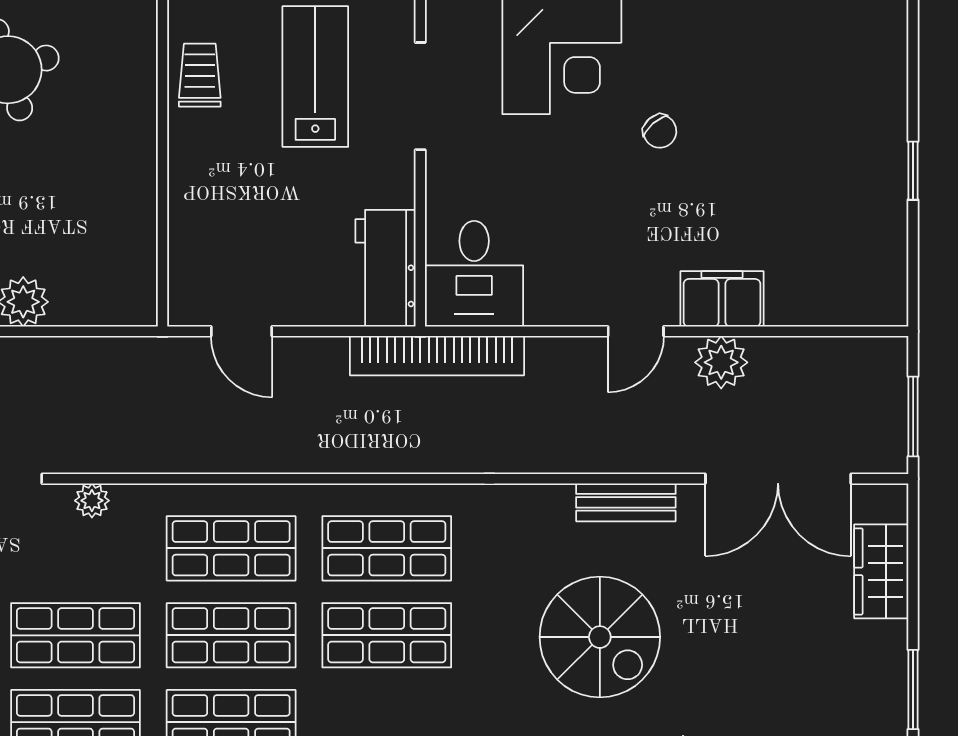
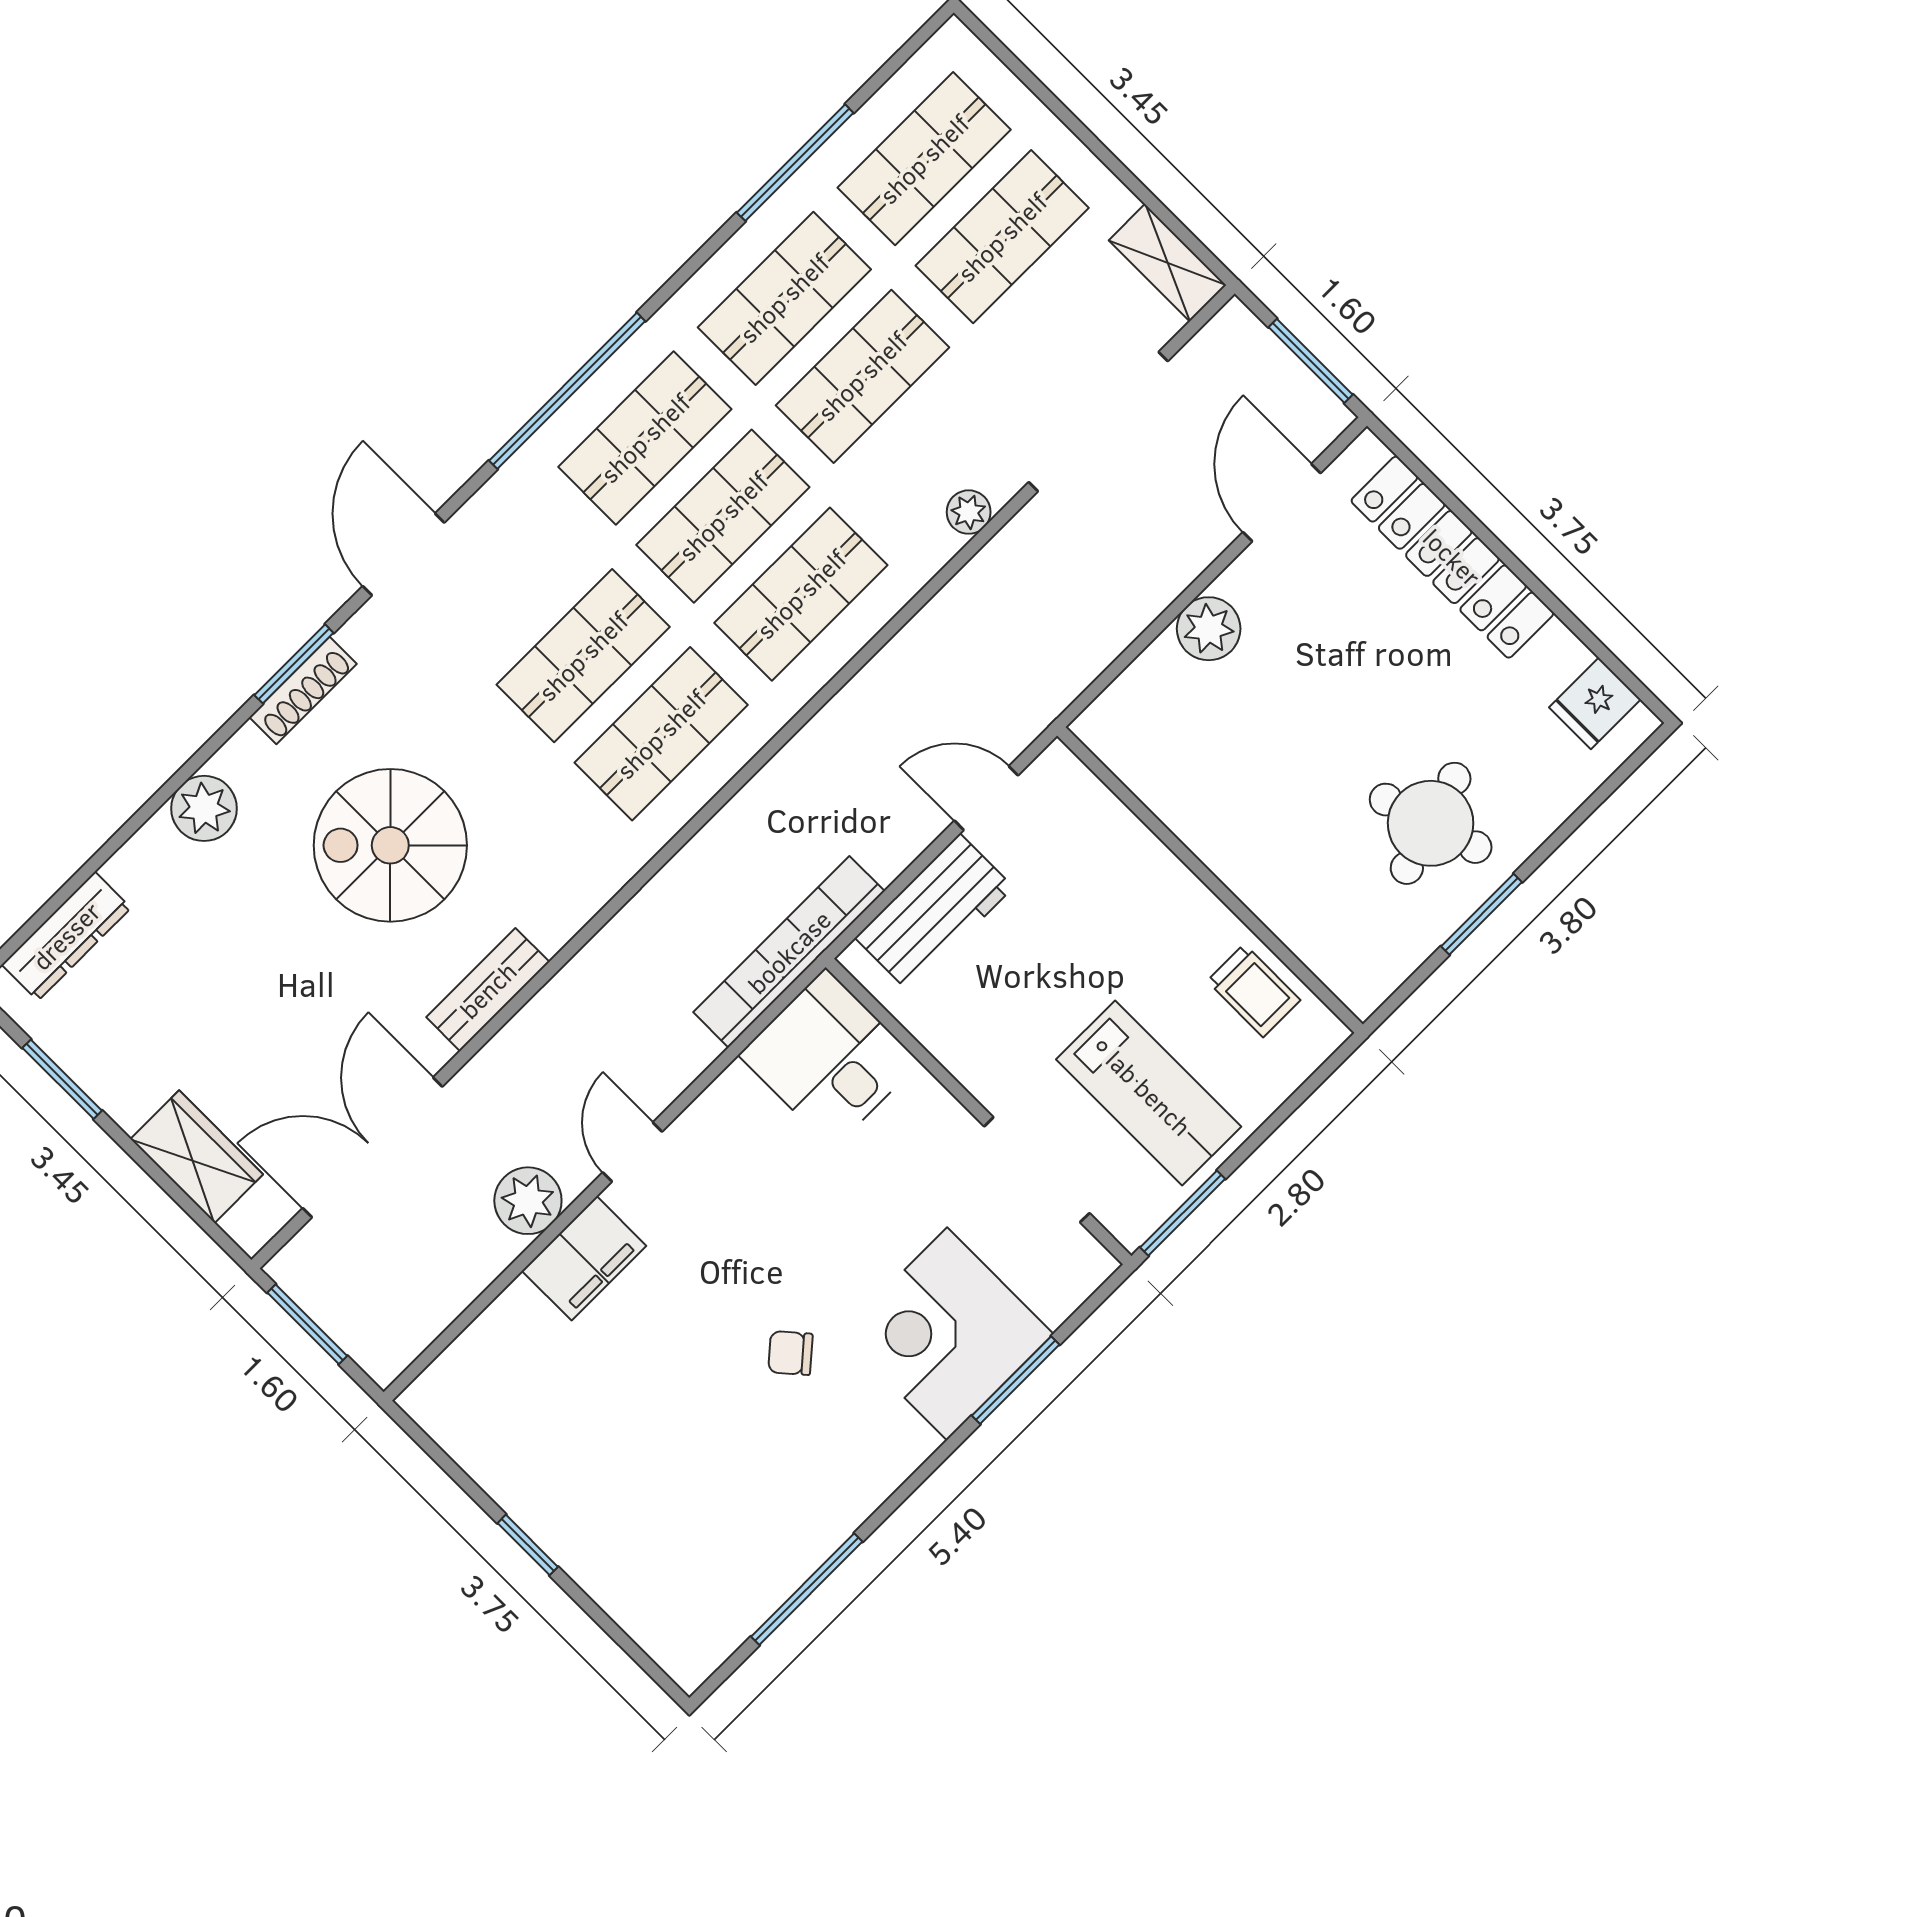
workbench: (386, 268) -> (934, 912), moved, turned 90

